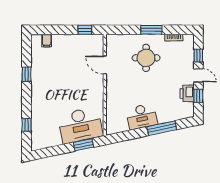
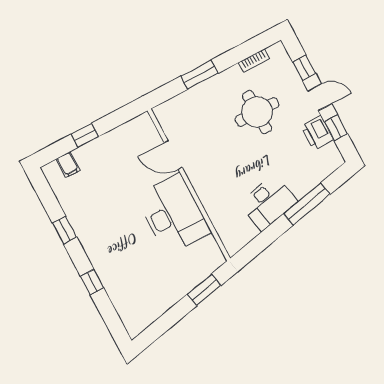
window: (85, 30) -> (85, 135), moved
window: (151, 30) -> (199, 75), moved
round table: (146, 58) -> (257, 112), moved
window: (27, 125) -> (92, 282), moved
desk: (80, 125) -> (173, 214), moved, turned -78

